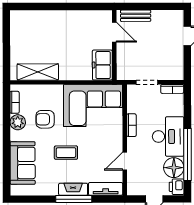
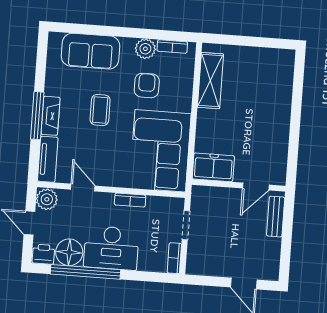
plant: (136, 187) -> (47, 199), added

